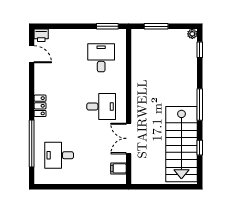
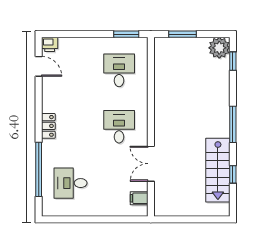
plant: (192, 34) -> (219, 48), width x1.88, depth x1.88
desk: (101, 107) -> (119, 127), turned -90
stairs: (181, 144) -> (218, 170), width x0.73, depth x0.66

